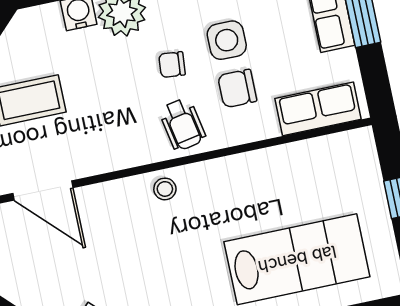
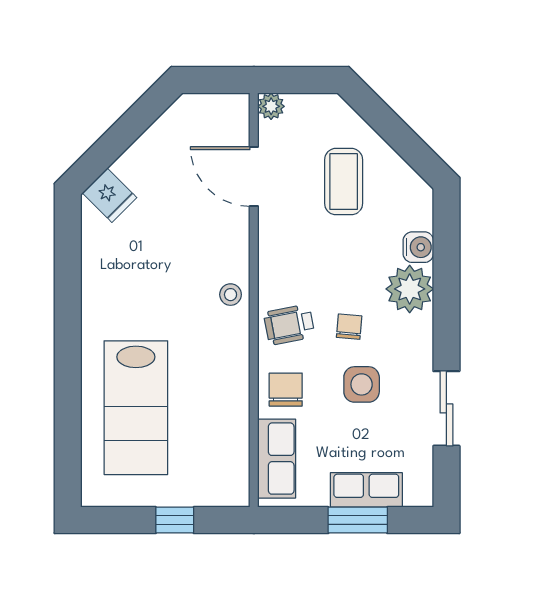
chair: (237, 88) -> (286, 390), moved
door: (43, 190) -> (254, 177), hinge flipped

